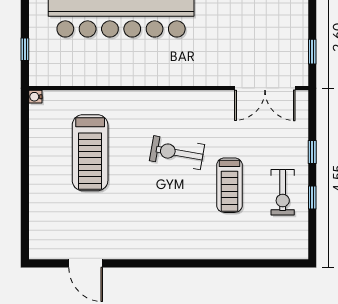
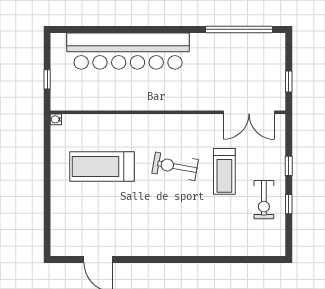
treadmill: (90, 153) -> (102, 166), turned 90
treadmill: (229, 185) -> (224, 171), moved

